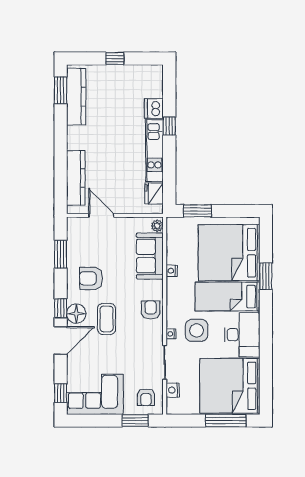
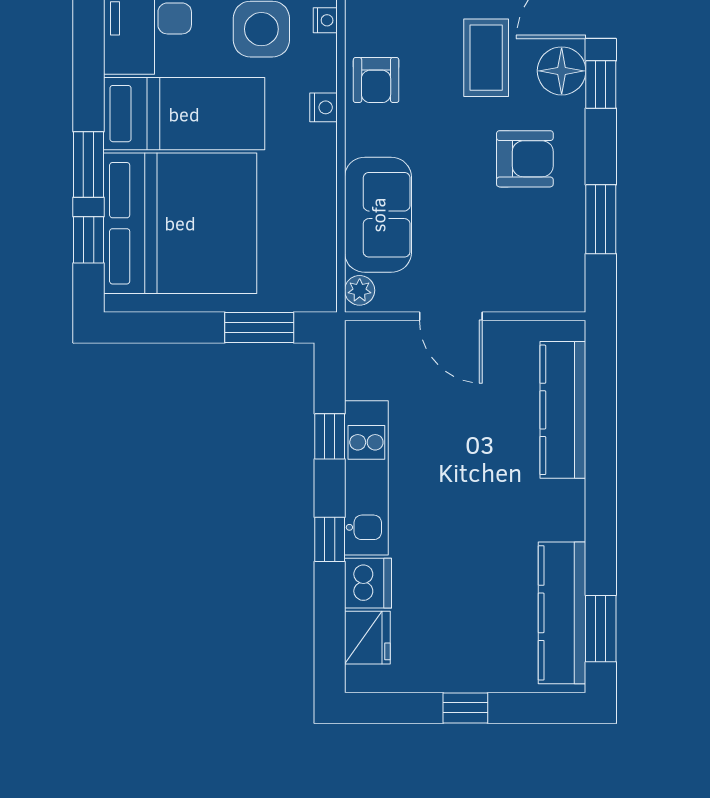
window: (169, 167) -> (330, 436), added
fridge: (154, 193) -> (367, 638), moved
door: (101, 215) -> (451, 316), moved
window: (266, 246) -> (89, 240), added
nightstand: (172, 271) -> (323, 107), moved

